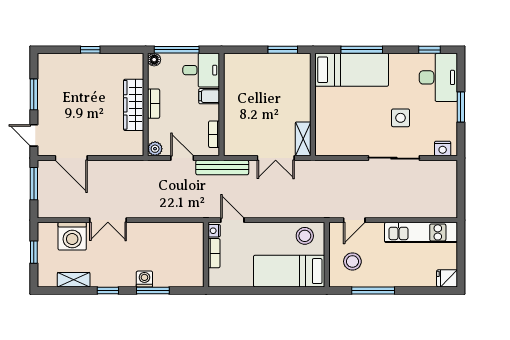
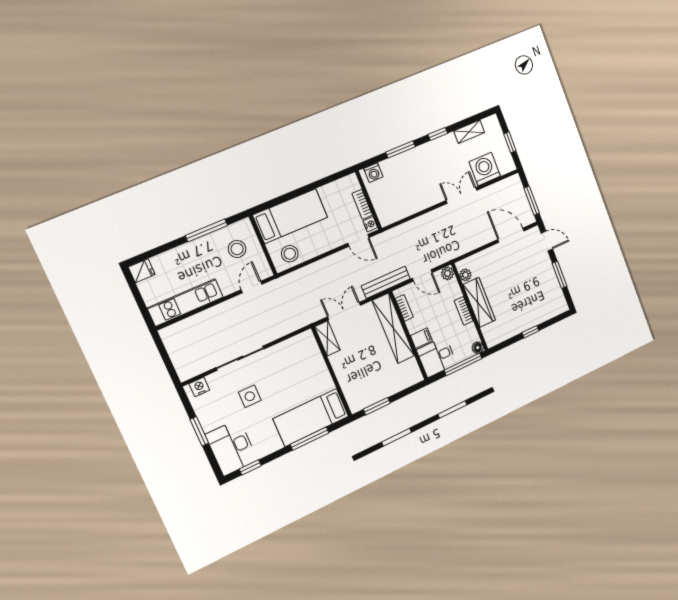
shelving: (234, 119) -> (393, 328), added
plant: (137, 139) -> (465, 275), added
washing machine: (144, 279) -> (373, 173), moved

